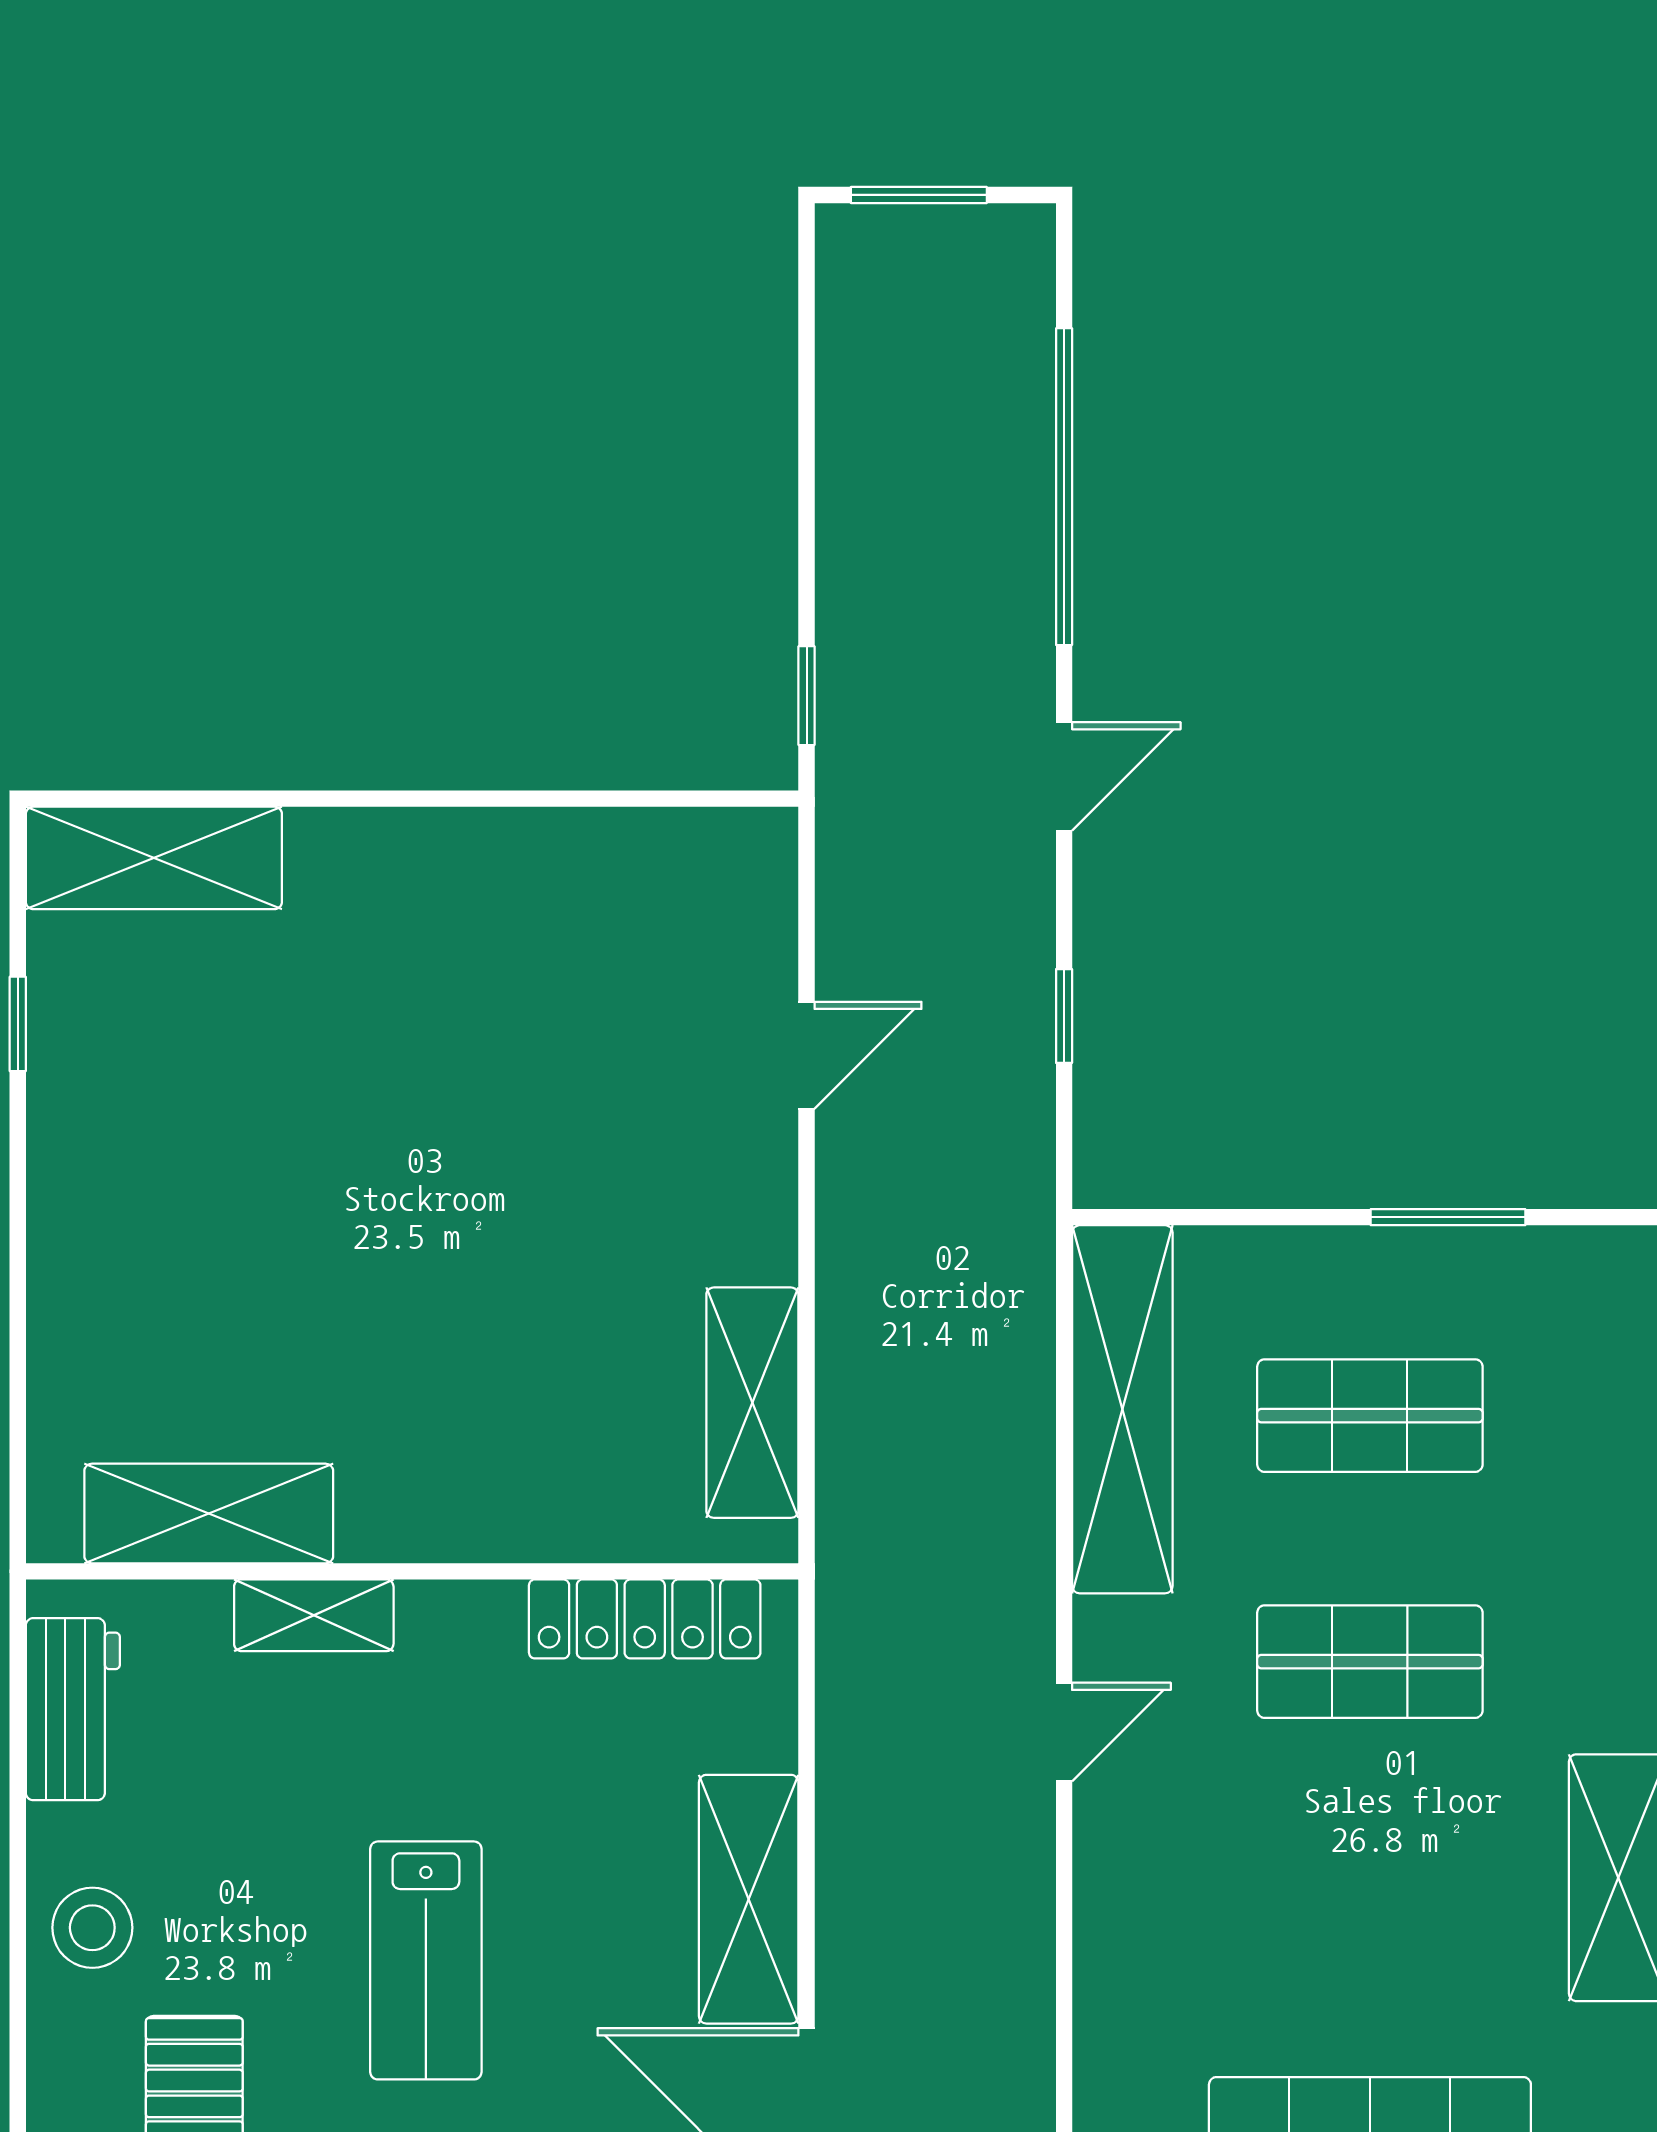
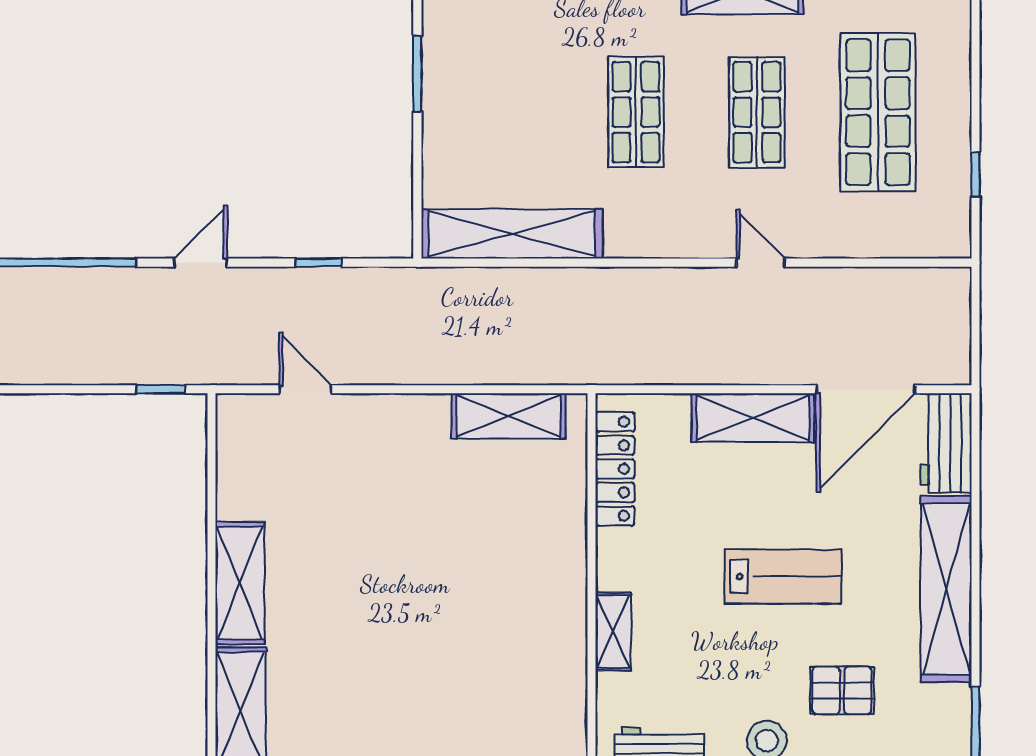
door: (1064, 776) -> (200, 263), hinge flipped
door: (807, 1055) -> (306, 389), moved
shop shelf: (1370, 1416) -> (757, 112), moved
shelving: (209, 1514) -> (240, 583), moved
door: (1064, 1732) -> (761, 263), moved

